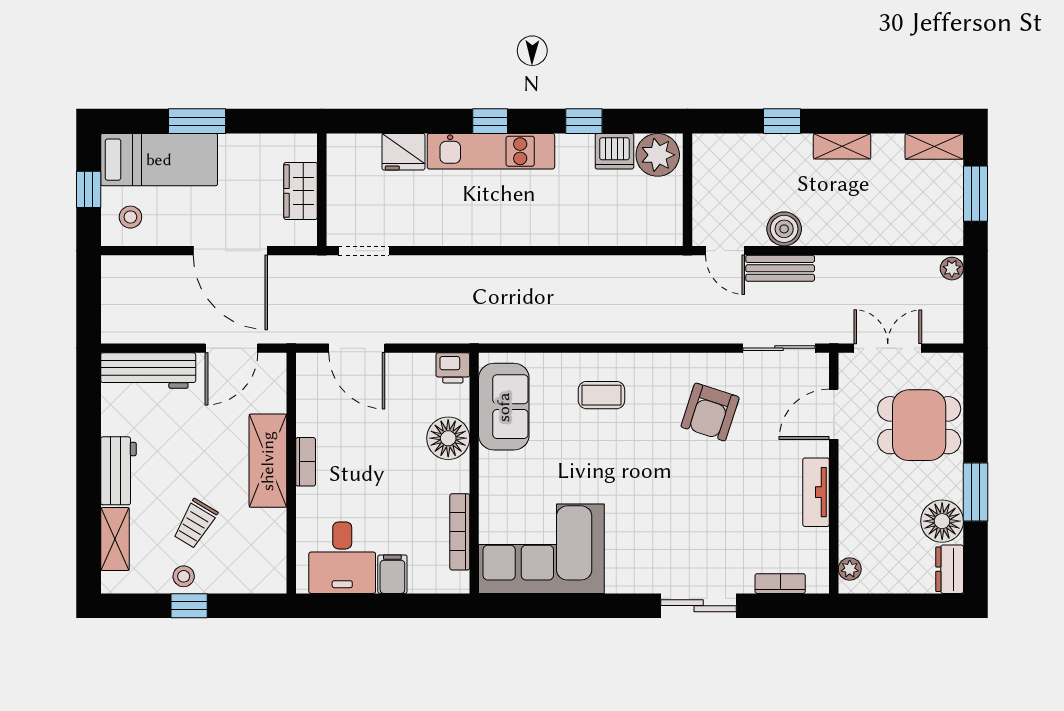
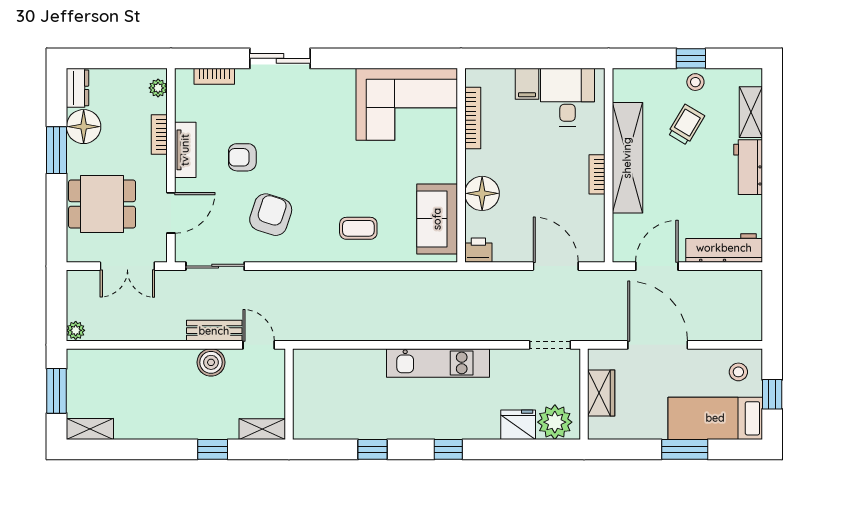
shelving: (842, 146) -> (262, 429), moved
kitchen unit: (491, 151) -> (438, 363), moved, turned 180
dishwasher: (614, 151) -> (348, 425), removed
plant: (658, 155) -> (555, 422), moved
shelving: (268, 461) -> (627, 158), width x1.47
armchair: (745, 483) -> (242, 157), added
bookcase: (848, 511) -> (159, 134), added

